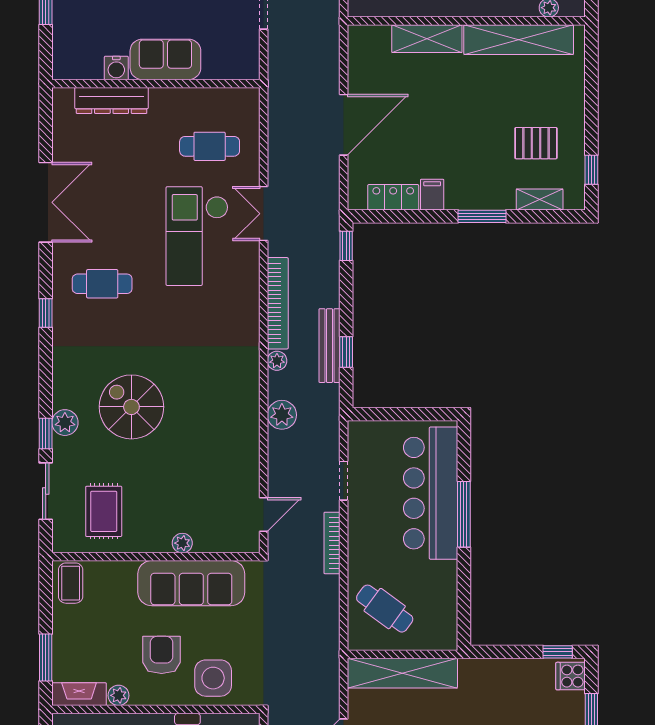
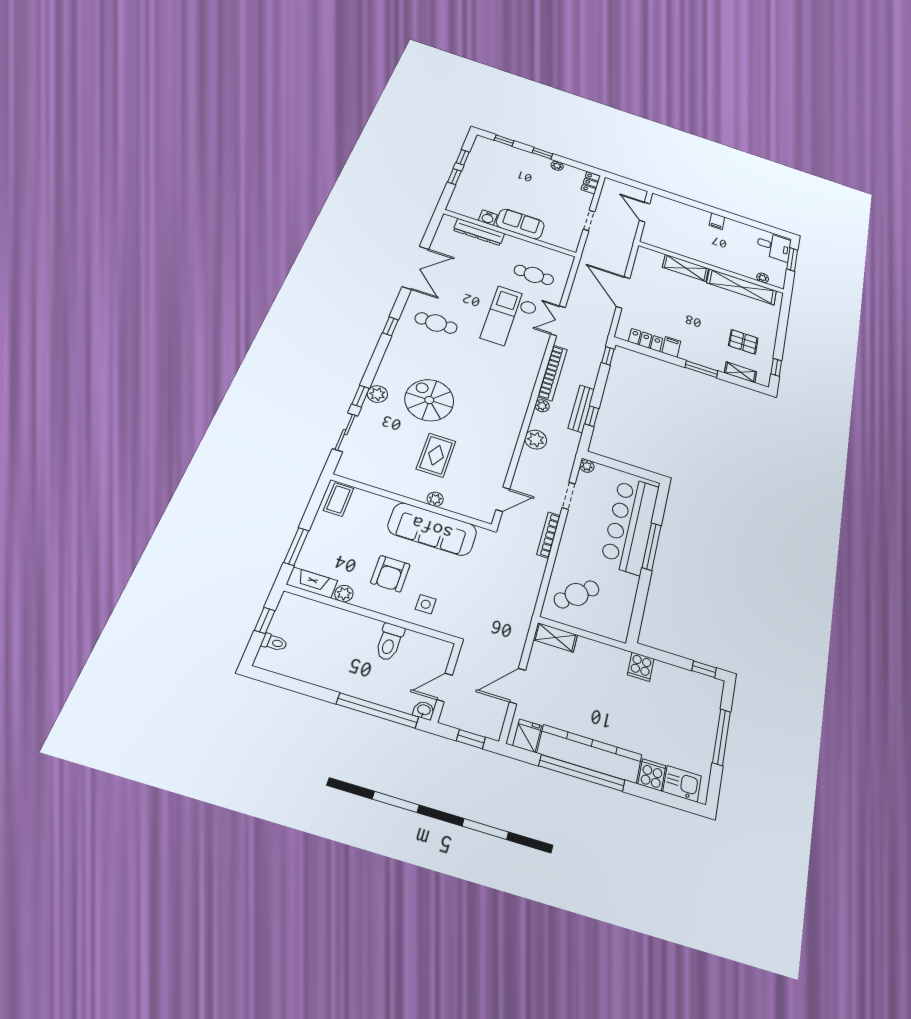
door: (344, 125) -> (623, 292), swing flipped
plant: (357, 430) -> (587, 466), added
rug: (104, 511) -> (436, 455), moved
cafe table: (385, 609) -> (577, 594), turned -76
armchair: (162, 655) -> (390, 574), turned 180
shelving: (402, 673) -> (555, 637), width x0.45, depth x0.75
cooker: (571, 676) -> (641, 667), moved, turned -90
side table: (213, 678) -> (426, 604), width x0.54, depth x0.54

